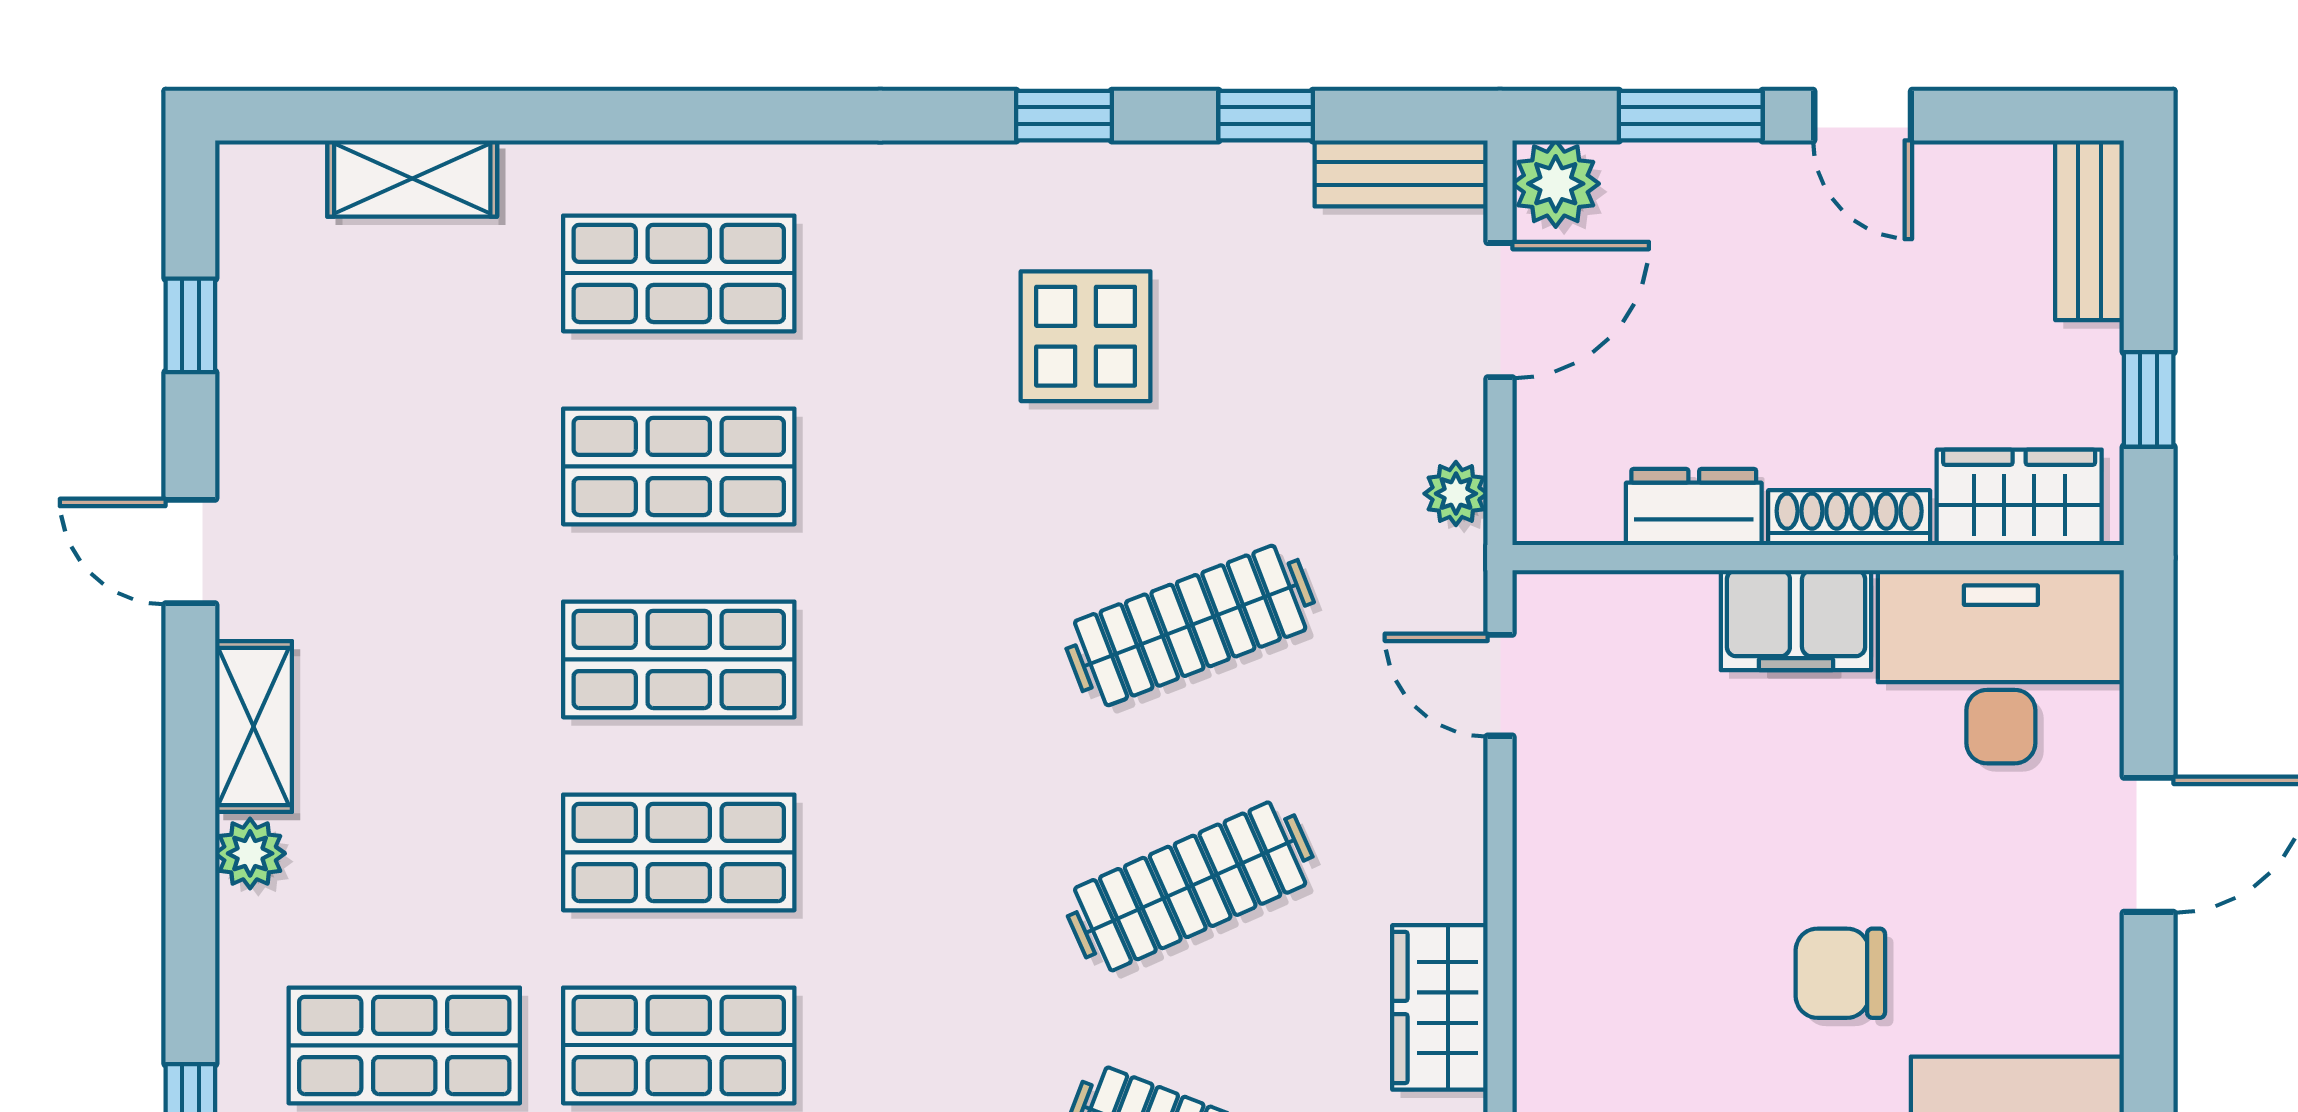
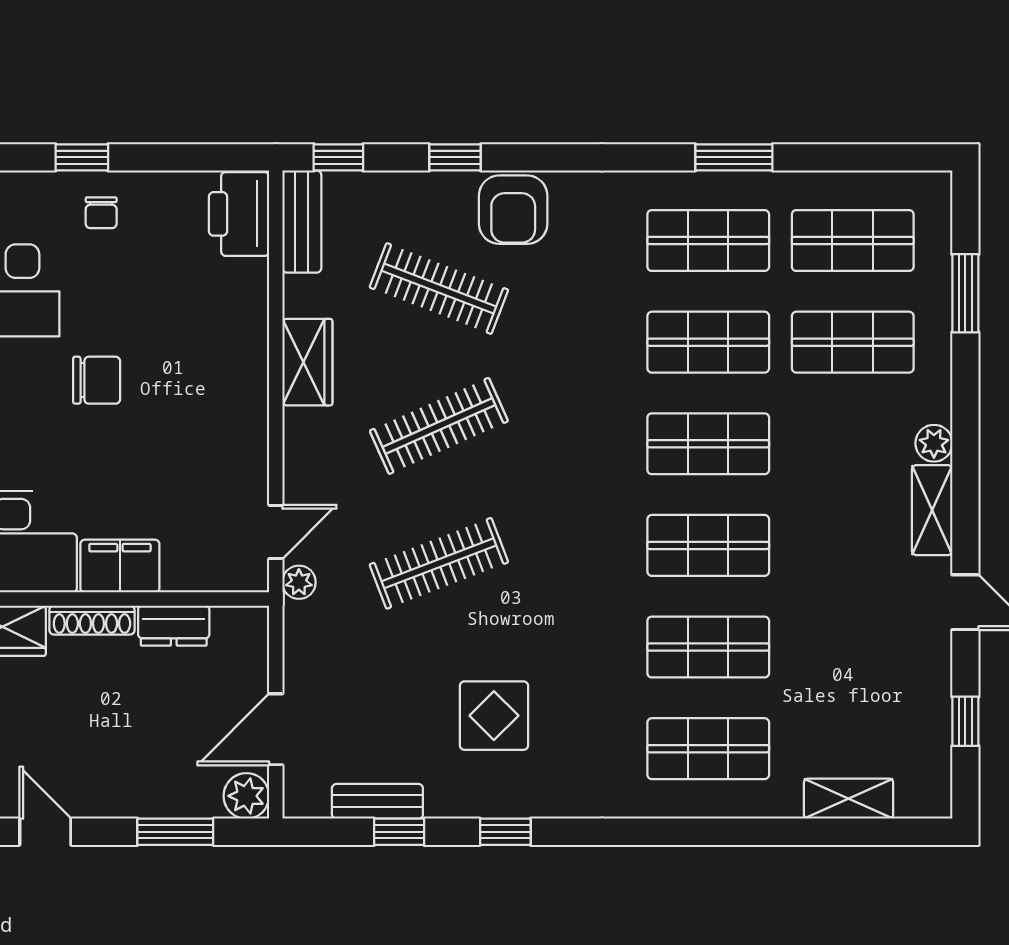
door: (1863, 116) -> (45, 832), moved
bench: (1401, 173) -> (377, 801), moved
plant: (1456, 494) -> (299, 582), moved
door: (1500, 685) -> (276, 532), hinge flipped

